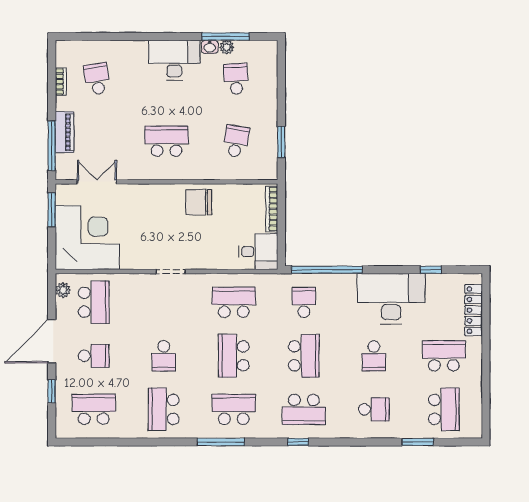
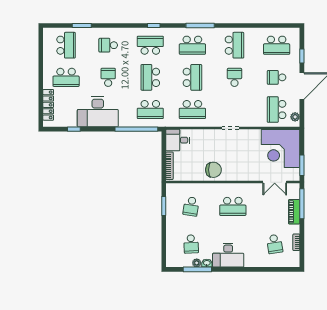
school desk: (304, 302) -> (150, 110), width x1.85
school desk: (444, 409) -> (66, 45), turned 180

